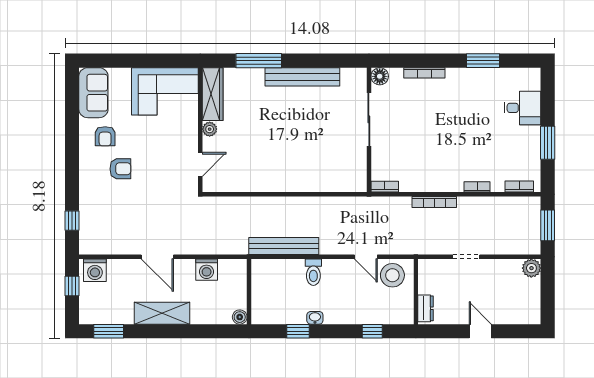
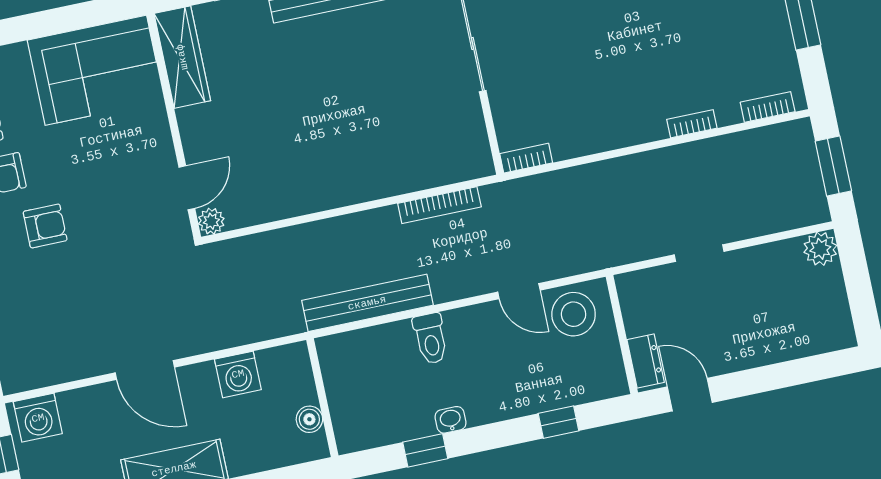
plant: (210, 129) -> (211, 221), moved
bookcase: (434, 202) -> (439, 205), moved
boiler: (240, 317) -> (309, 419), moved
door: (480, 331) -> (690, 395), moved

